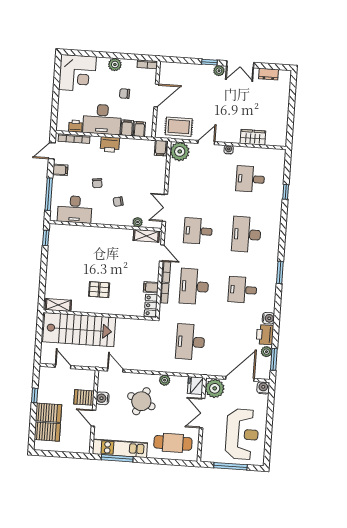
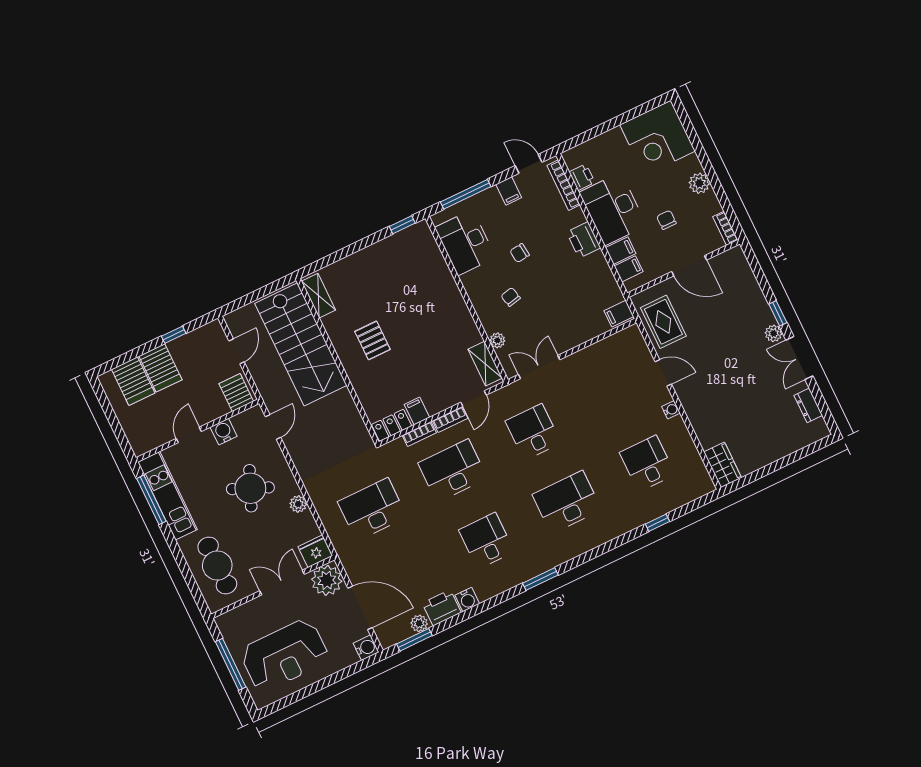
wardrobe: (253, 137) -> (723, 465), moved
plant: (180, 151) -> (629, 343), removed
server rack: (84, 397) -> (236, 393), moved

